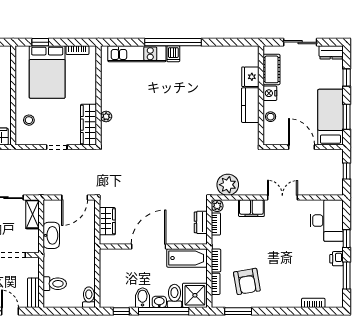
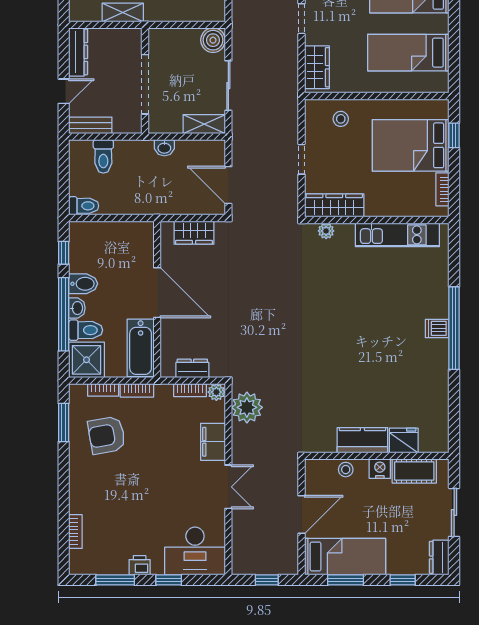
kitchen unit: (137, 54) -> (397, 235), moved, turned -90
plant: (106, 117) -> (326, 231), moved
washbasin: (51, 235) -> (164, 148), width x0.52, depth x0.69

